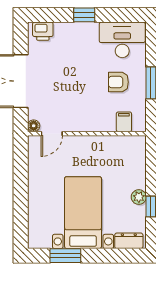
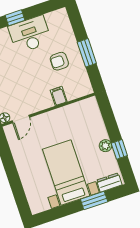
desk: (122, 40) -> (30, 34), moved
filing cabinet: (124, 122) -> (59, 96), moved
window: (65, 256) -> (94, 201), moved

